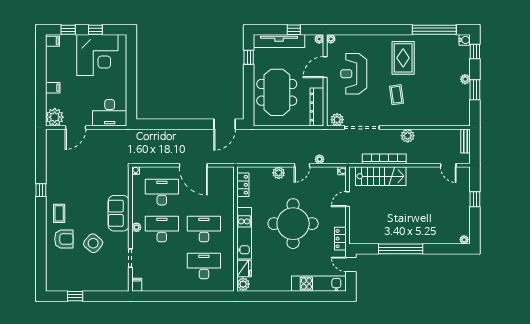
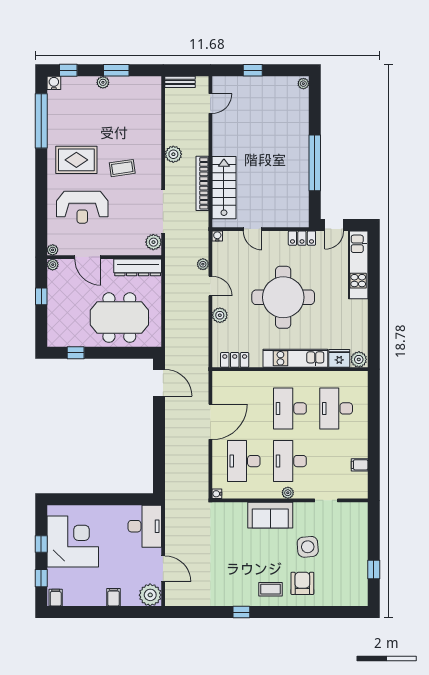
tv unit: (279, 41) -> (55, 315), removed
reception desk: (354, 74) -> (82, 207), moved
side table: (93, 243) -> (308, 547), turned 45
filing cabinet: (137, 285) -> (360, 465), moved

